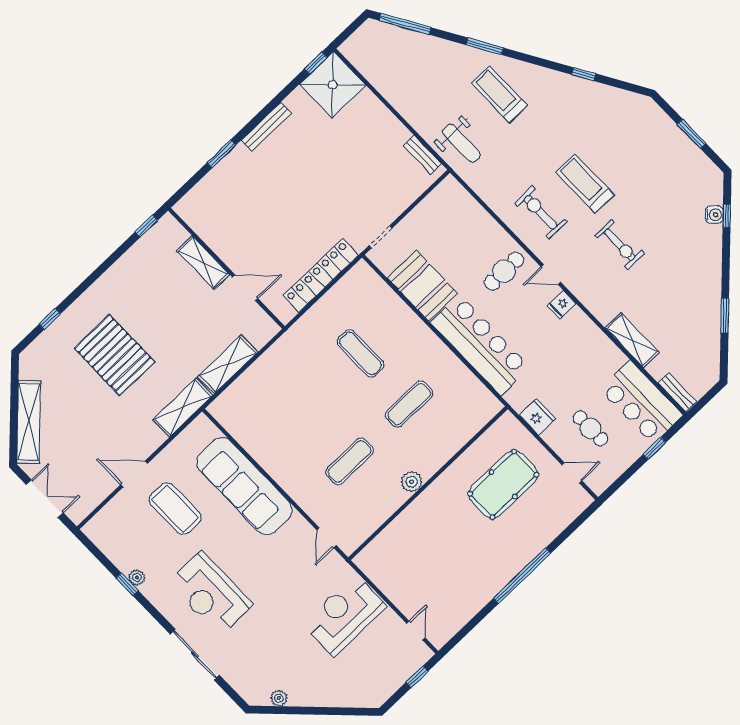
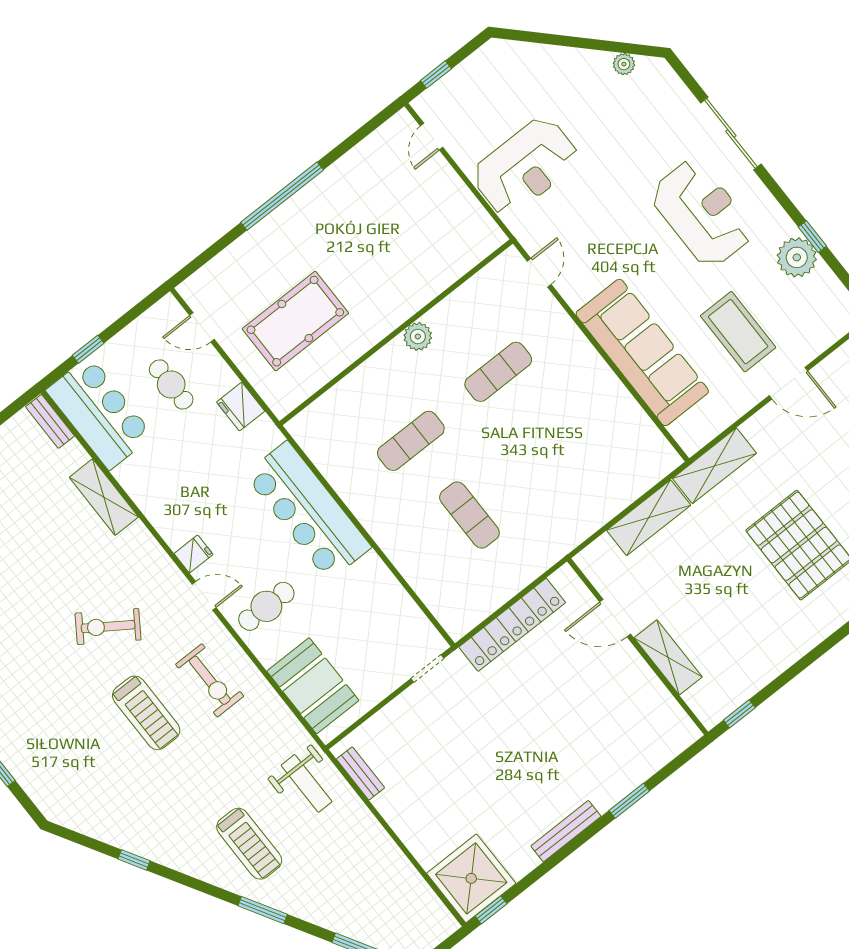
weight bench: (461, 143) -> (307, 783), turned 180
exercise bike: (620, 245) -> (108, 627), turned -56
booth: (423, 286) -> (313, 686), moved
plant: (137, 577) -> (797, 257), width x1.87, depth x1.87

